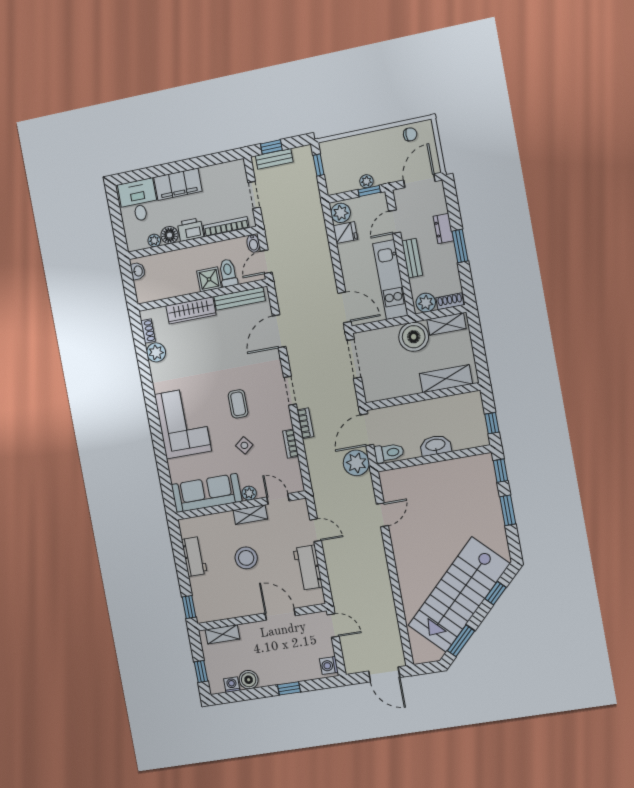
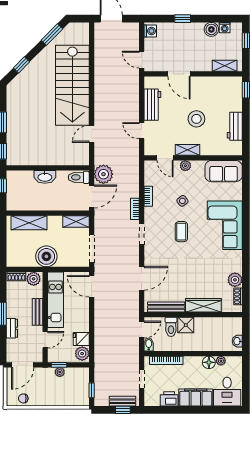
printer: (190, 230) -> (169, 399), moved, turned 180
shelving: (447, 324) -> (76, 221), moved
sofa: (206, 493) -> (224, 171), width x0.73
stairs: (459, 595) -> (72, 85), moved, turned 135

